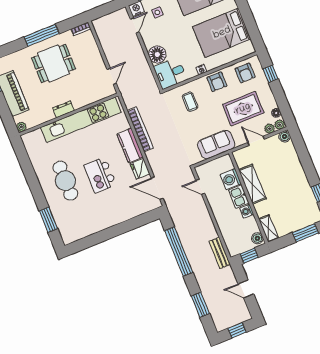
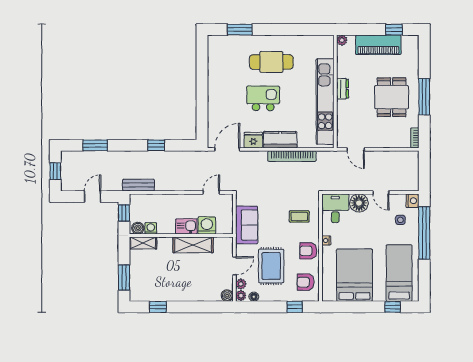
door: (135, 25) -> (381, 192), moved
washing machine: (247, 211) -> (151, 228), moved
window: (179, 252) -> (156, 145), width x0.32

